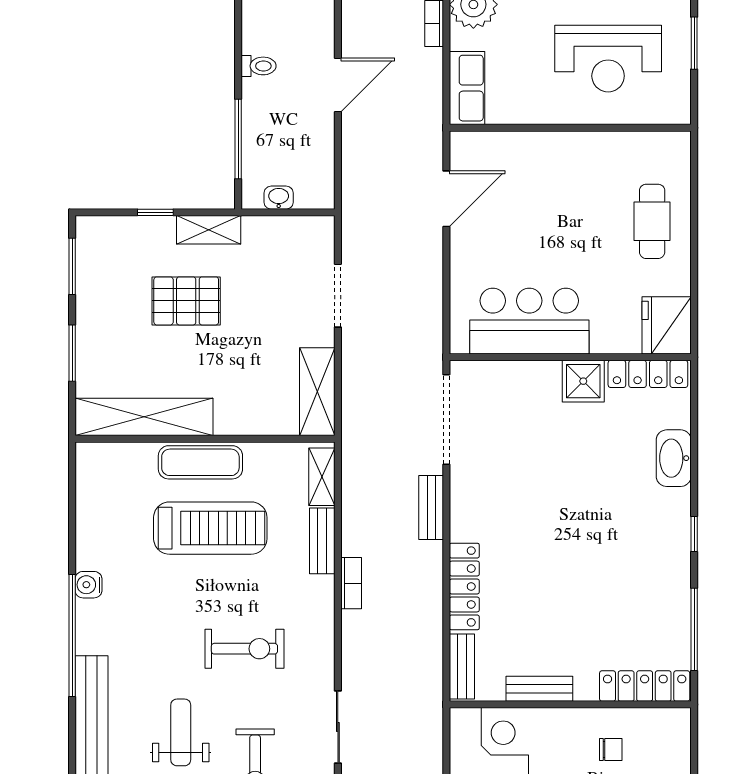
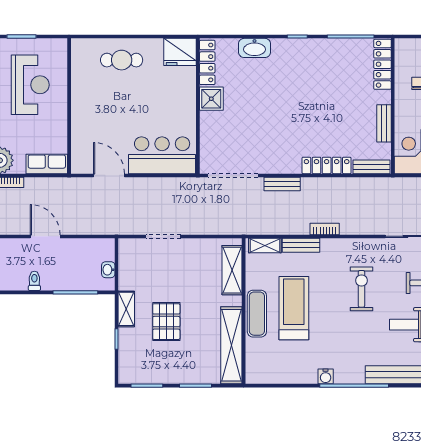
bar counter: (529, 321) -> (162, 155), moved, turned 90
shelving: (317, 392) -> (232, 270), moved, turned 90

